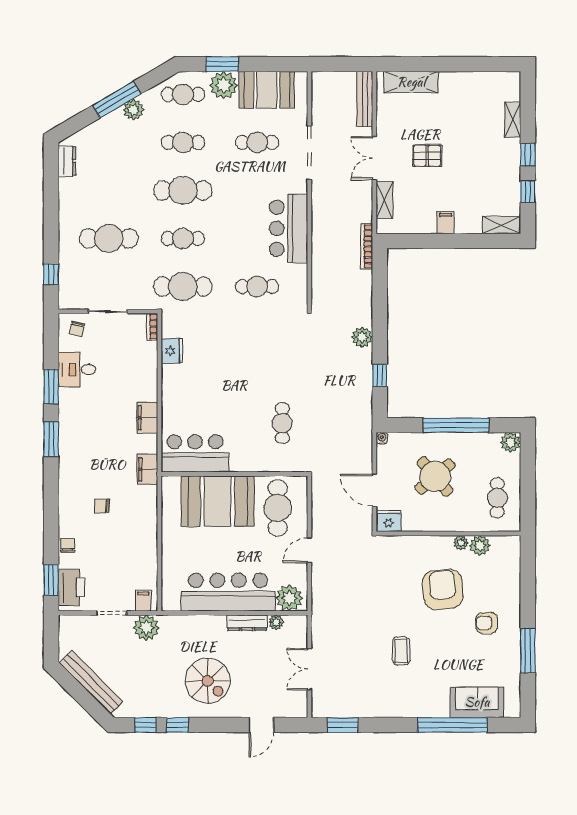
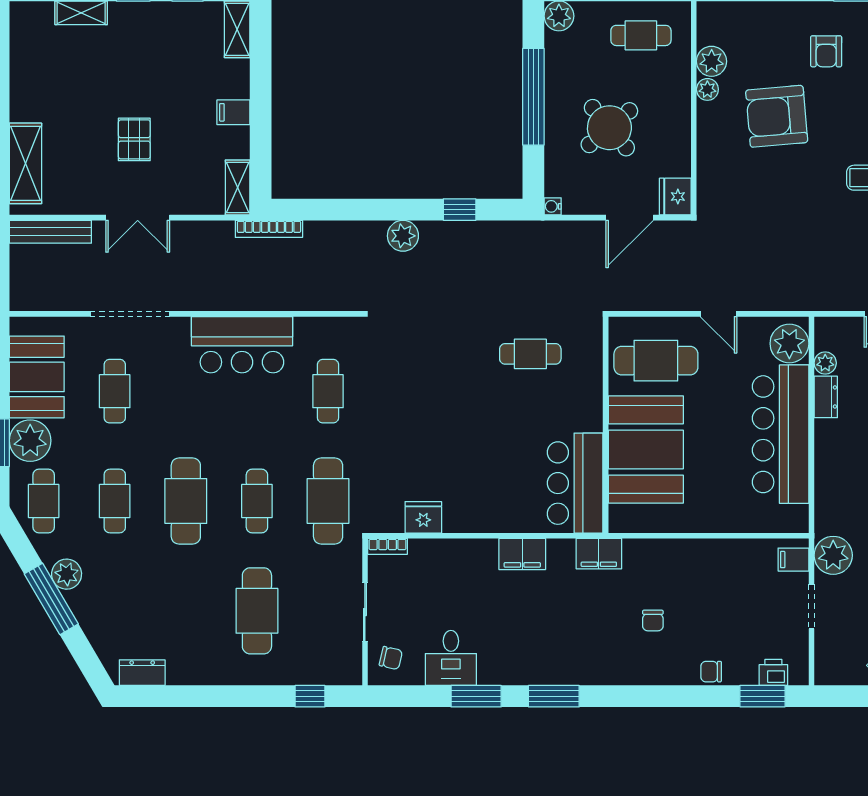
shelving: (384, 200) -> (238, 187), moved, turned 90
printer: (71, 587) -> (773, 672), width x0.53, depth x0.68
dresser: (247, 623) -> (826, 397), width x0.70

